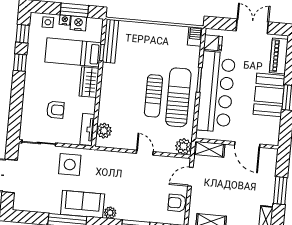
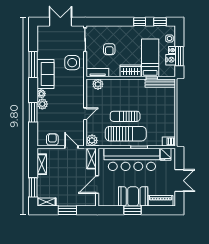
plant: (125, 213) -> (42, 104), added

